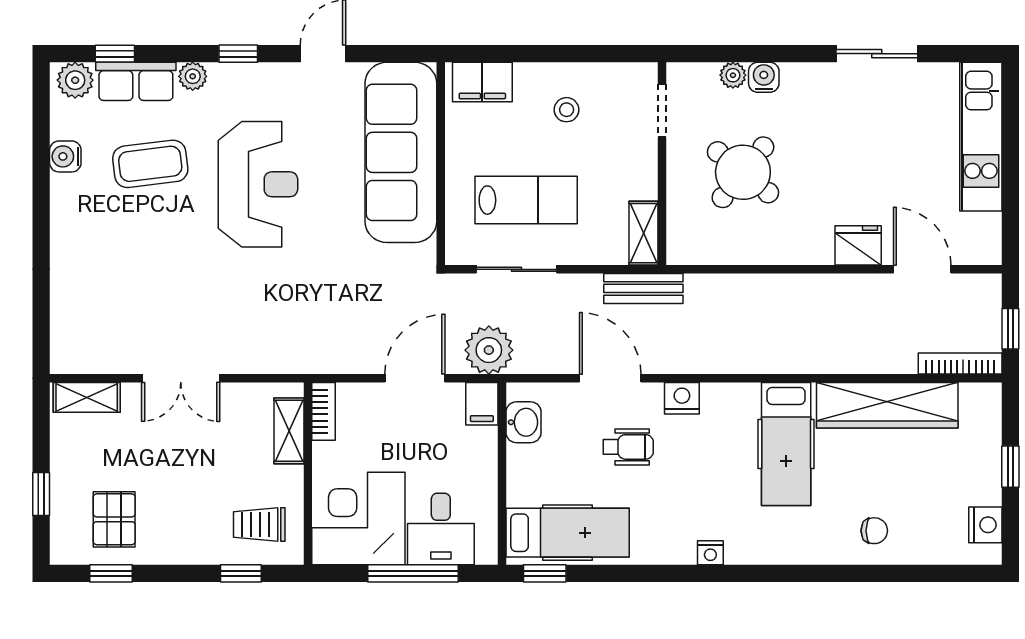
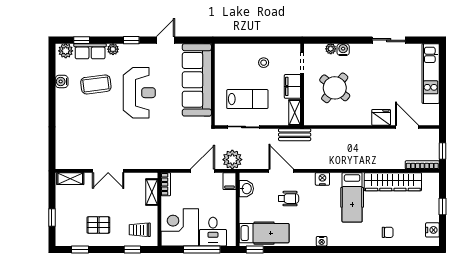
filing cabinet: (482, 82) -> (292, 86), moved, turned 90
nightstand: (682, 398) -> (322, 179), moved
pallet: (114, 519) -> (98, 225), moved, turned 90

